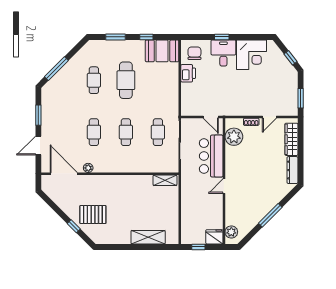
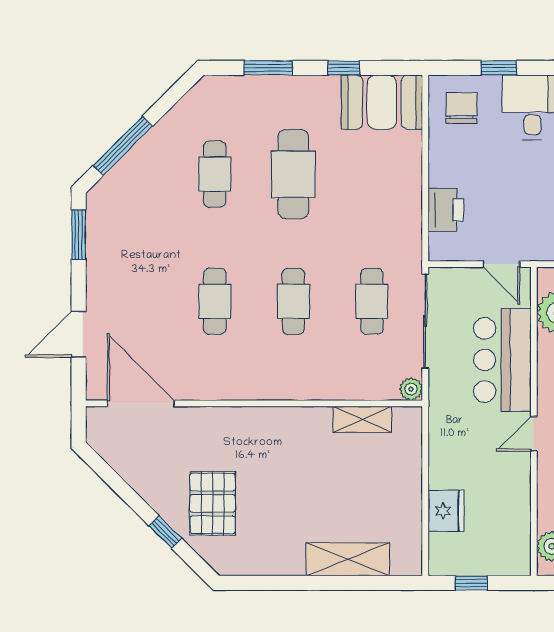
window: (222, 37) -> (499, 68), moved
printer: (188, 73) -> (446, 210), moved
window: (38, 115) -> (79, 235), moved
plant: (88, 168) -> (411, 389), moved
shelving: (165, 180) -> (362, 419), moved
pallet: (93, 215) -> (213, 503), turned 90
fridge: (214, 237) -> (446, 511), moved, turned 90

